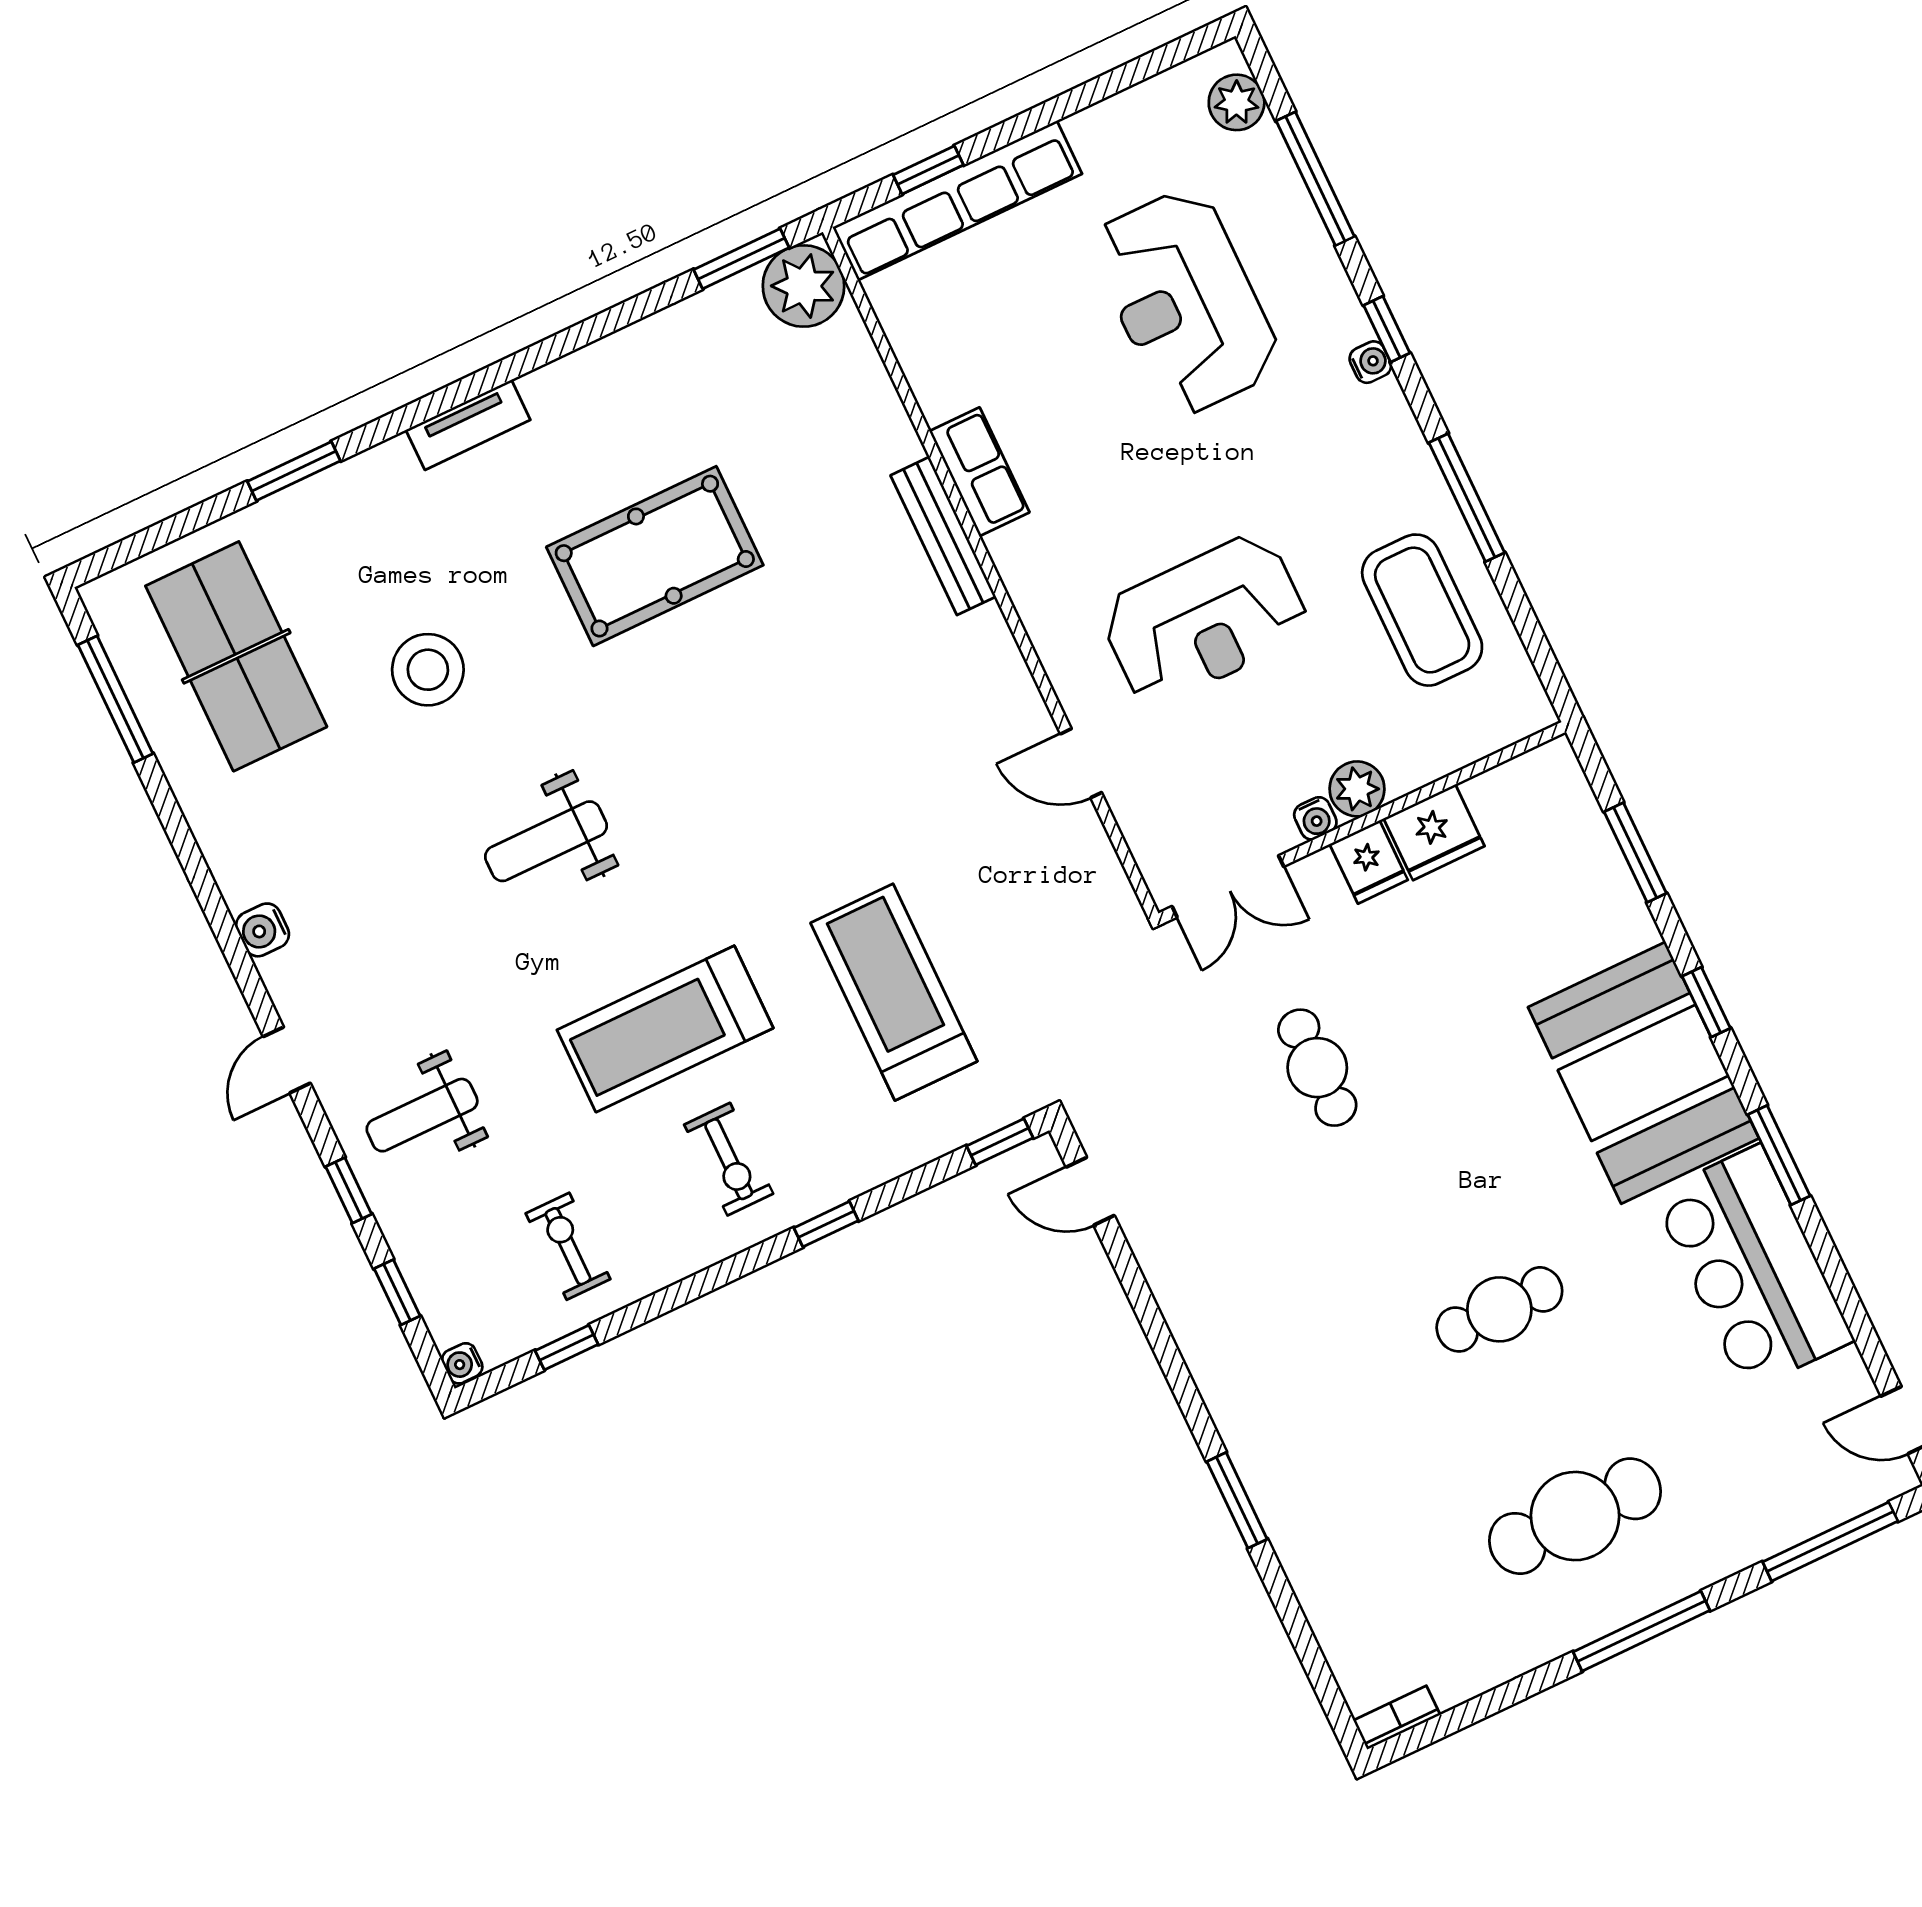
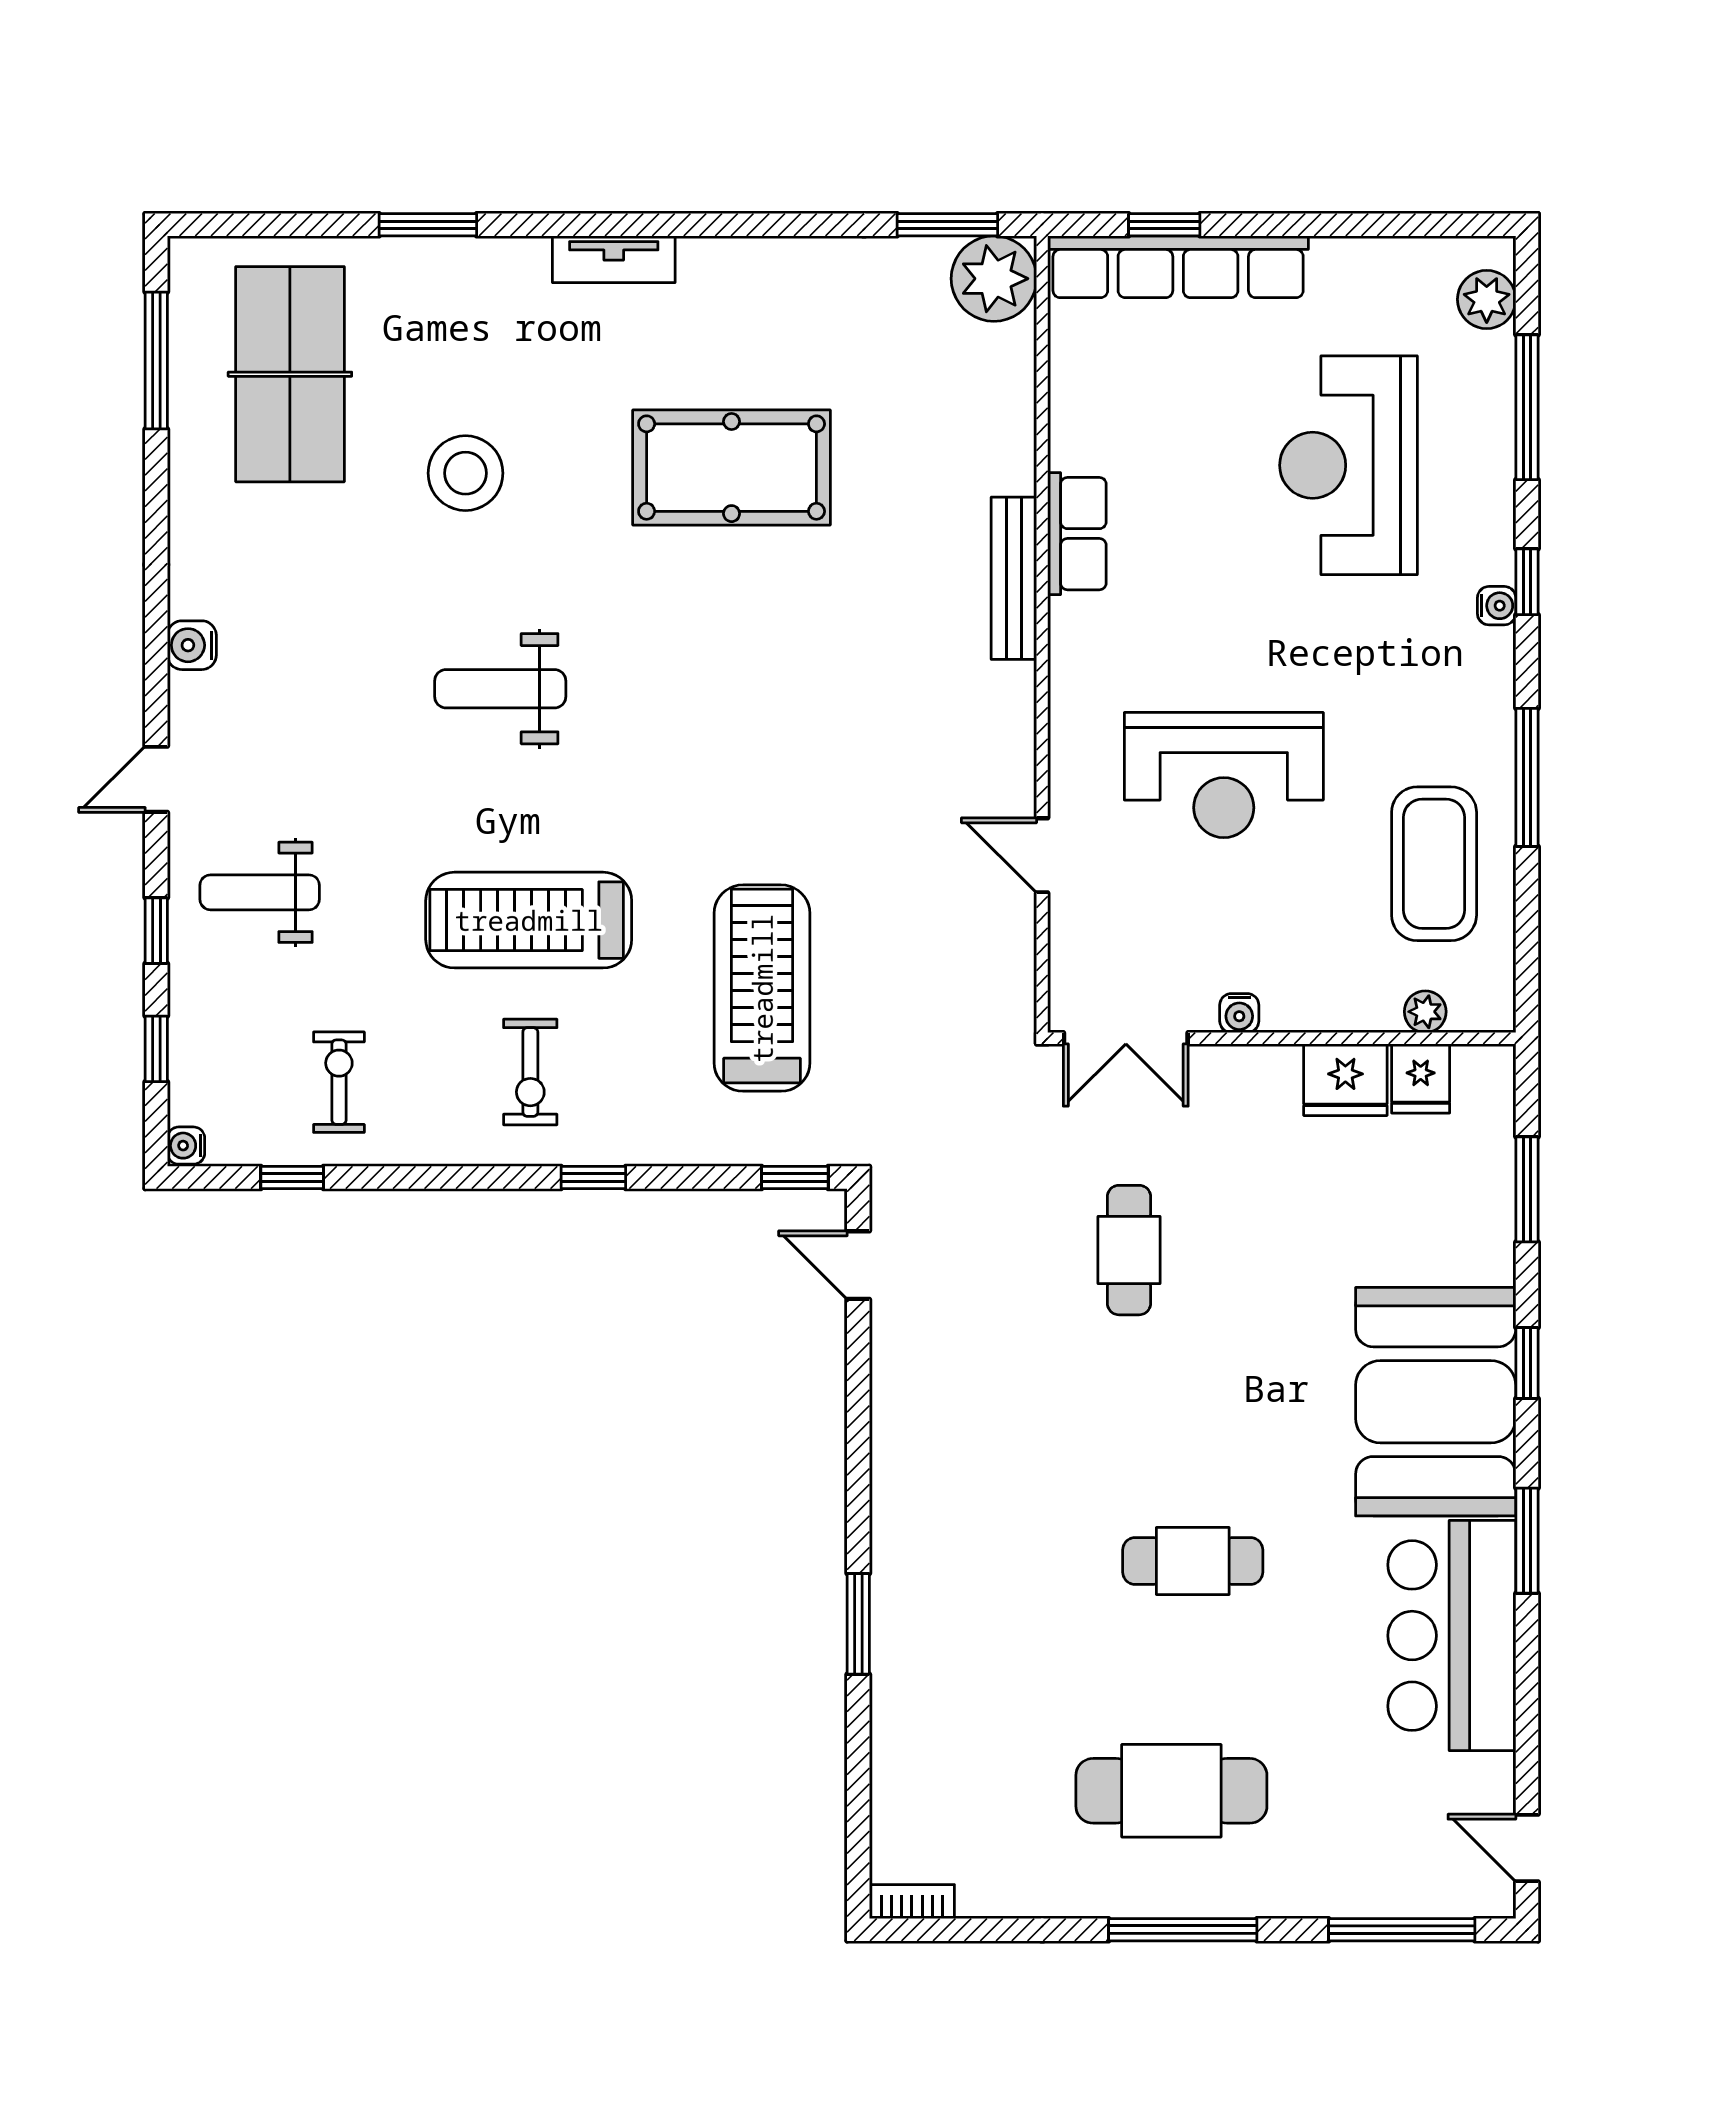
plant: (1357, 789) -> (1425, 1012), moved, width x0.73, depth x0.73
fridge: (1369, 862) -> (1421, 1078), moved

